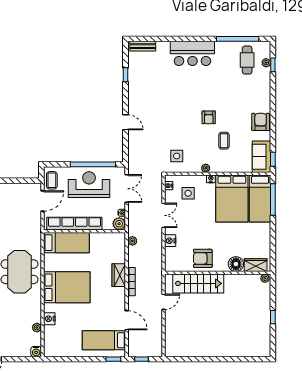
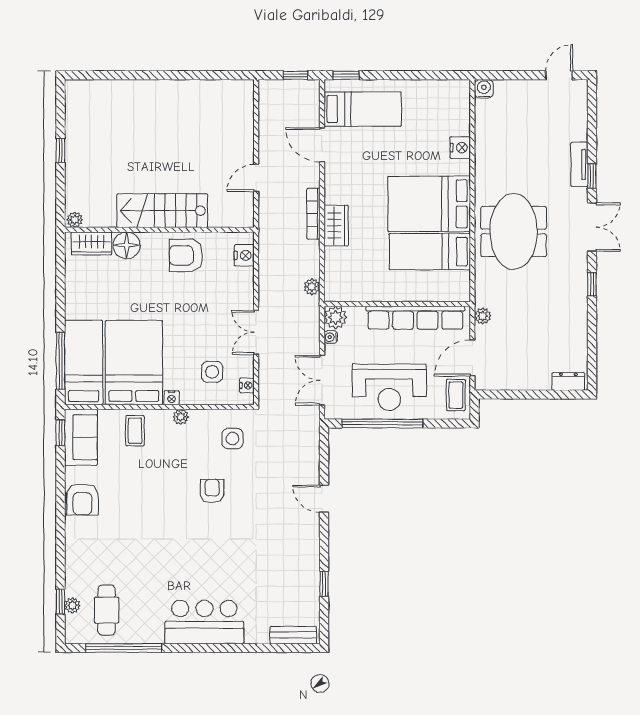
armchair: (209, 117) -> (212, 491), moved
coffee table: (224, 141) -> (135, 431), moved
nightstand: (170, 241) -> (244, 255), moved
bed: (66, 243) -> (430, 252), moved
armchair: (203, 258) -> (186, 255), turned 180
stairs: (198, 283) -> (162, 211), moved
plant: (37, 328) -> (483, 316), moved

